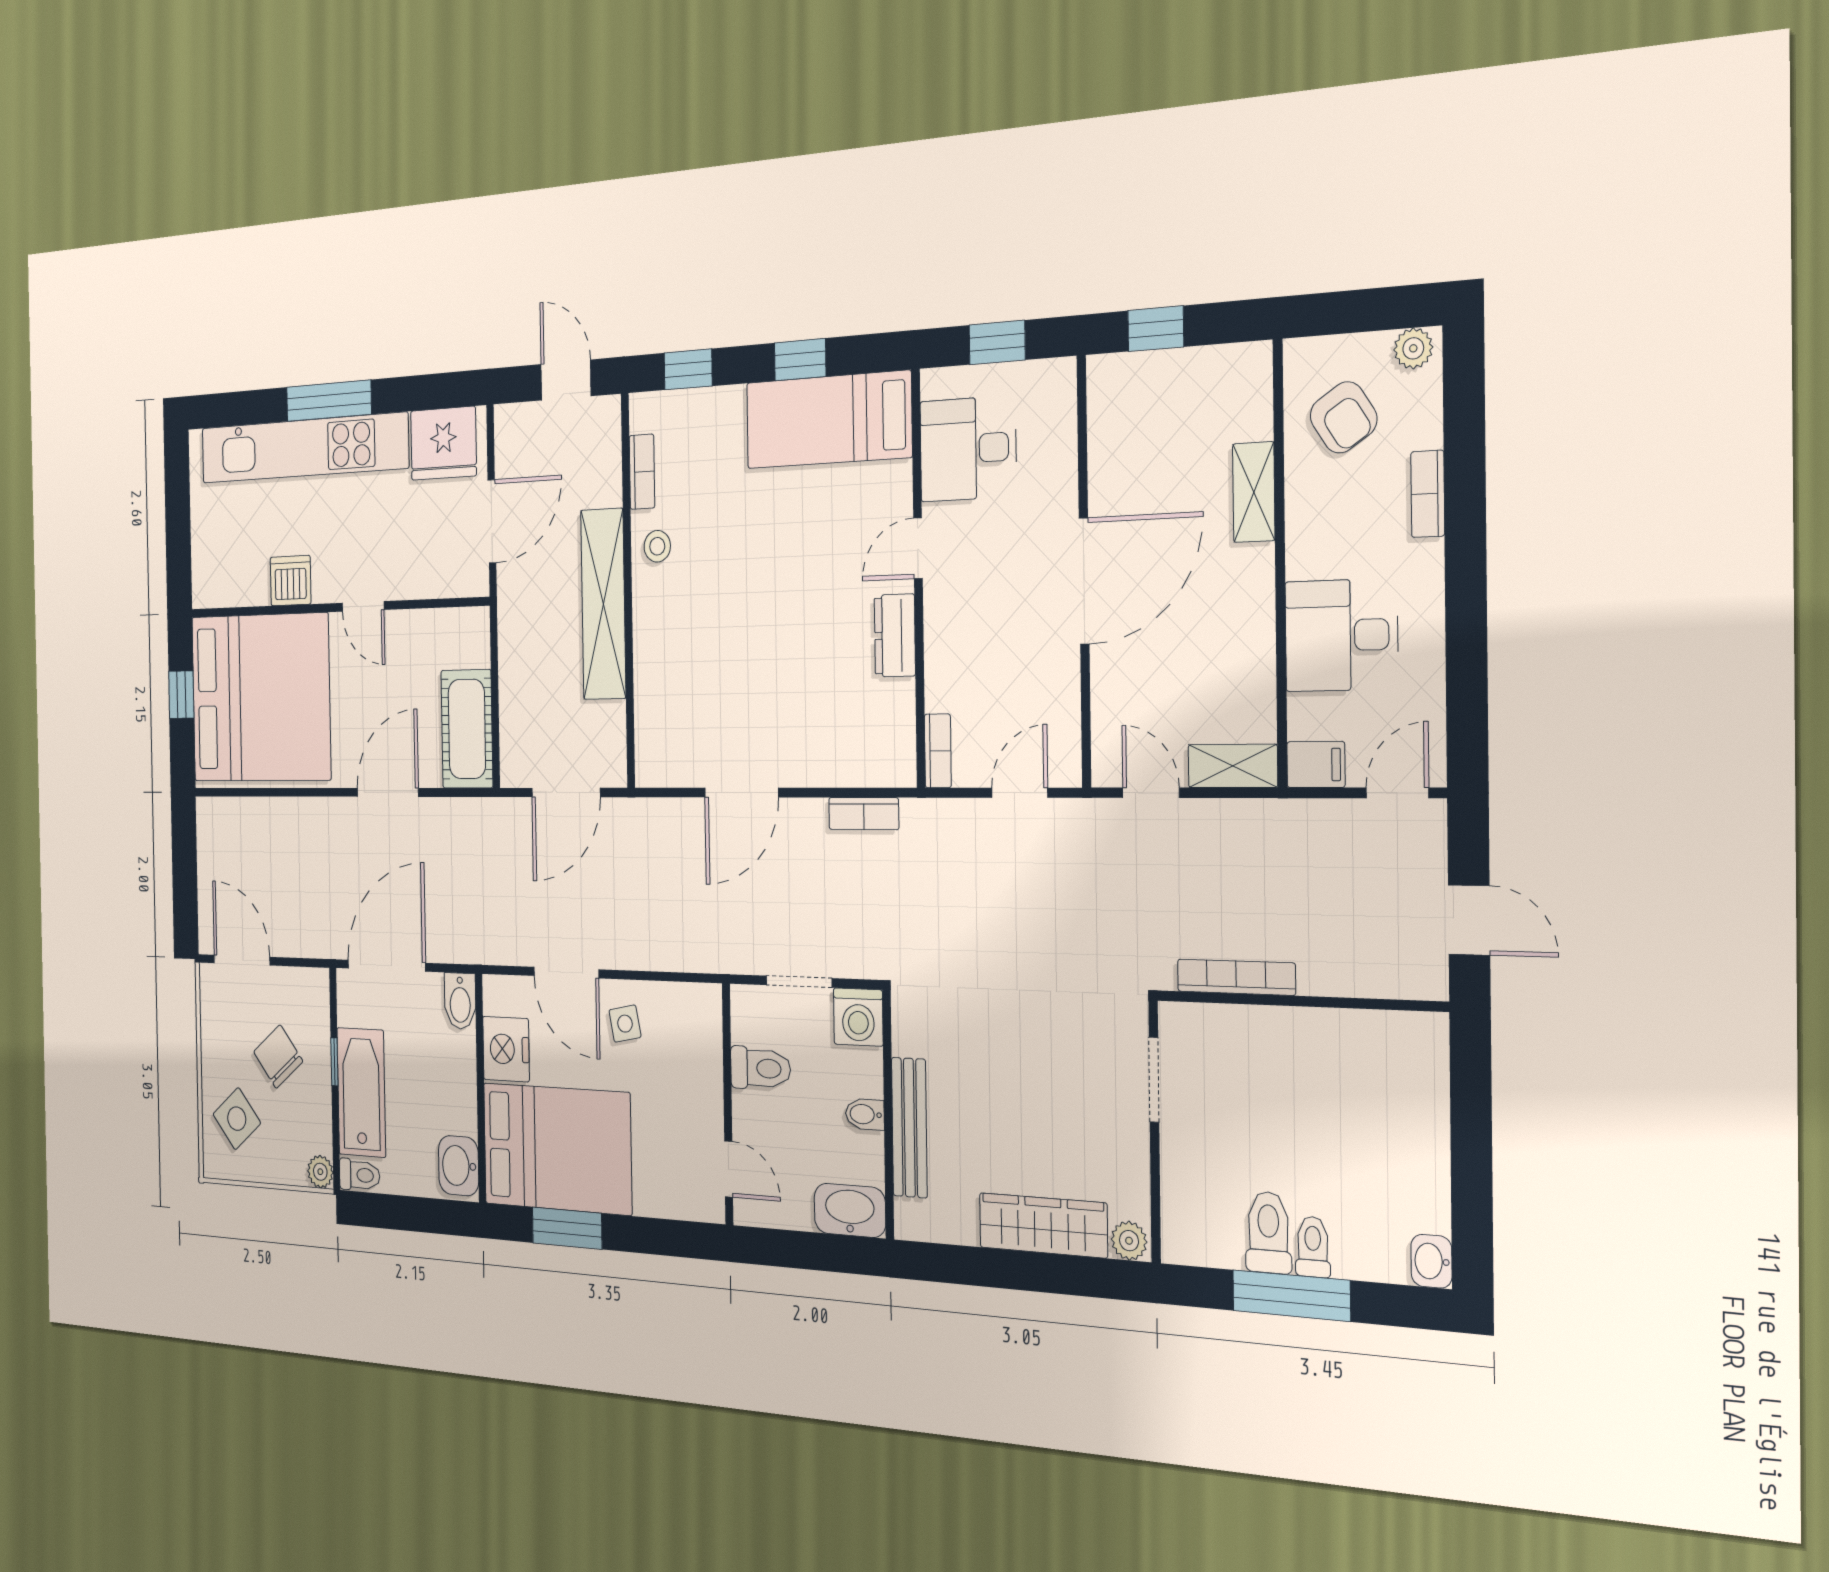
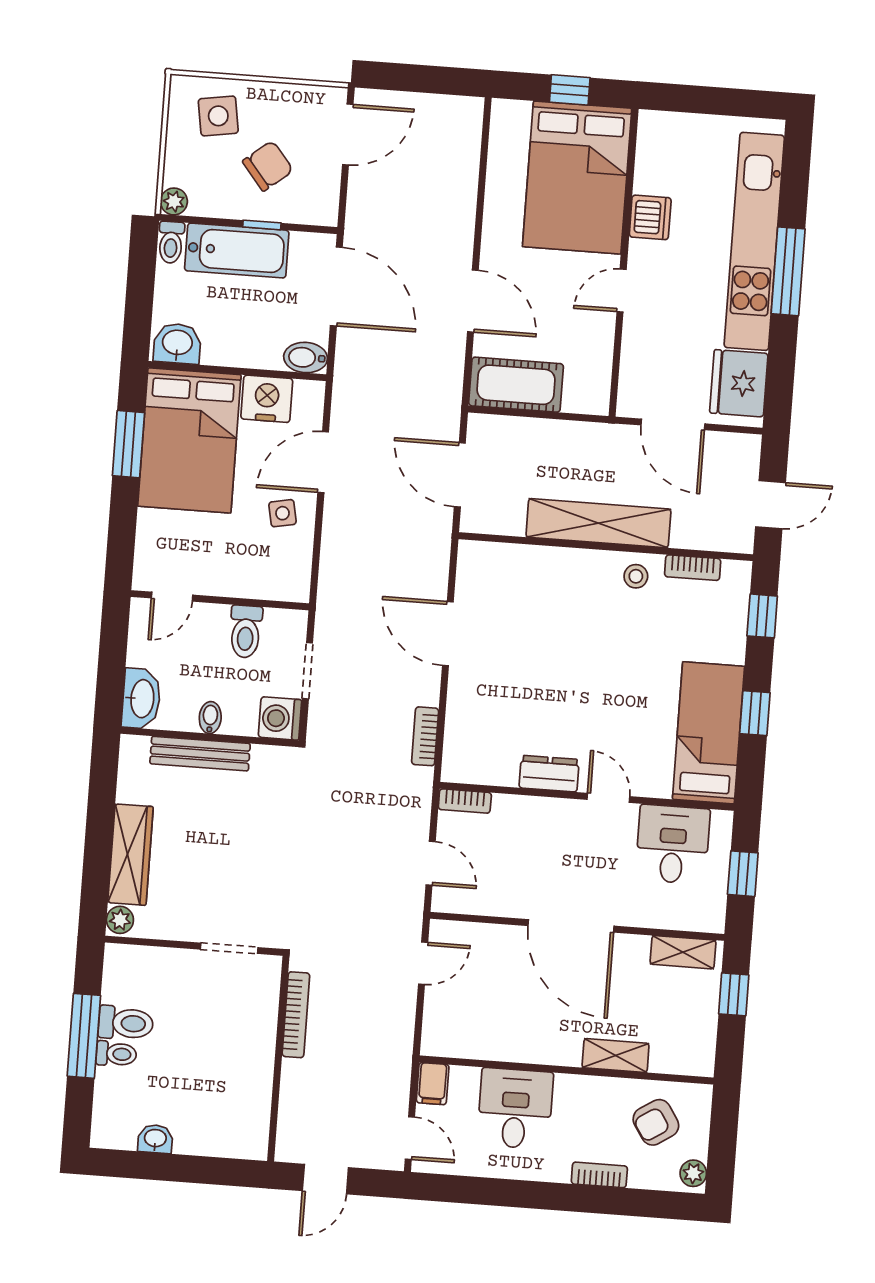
bed: (261, 698) -> (577, 177), width x0.73
shelving: (1233, 766) -> (683, 952), moved, turned 90
side table: (237, 1119) -> (218, 116), turned 31
washbasin: (1431, 1261) -> (155, 1139), moved

